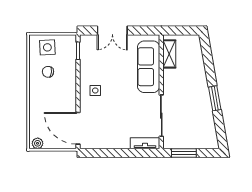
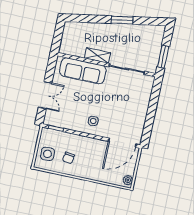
shelving: (169, 54) -> (98, 55), moved
tv unit: (145, 143) -> (148, 88), removed

